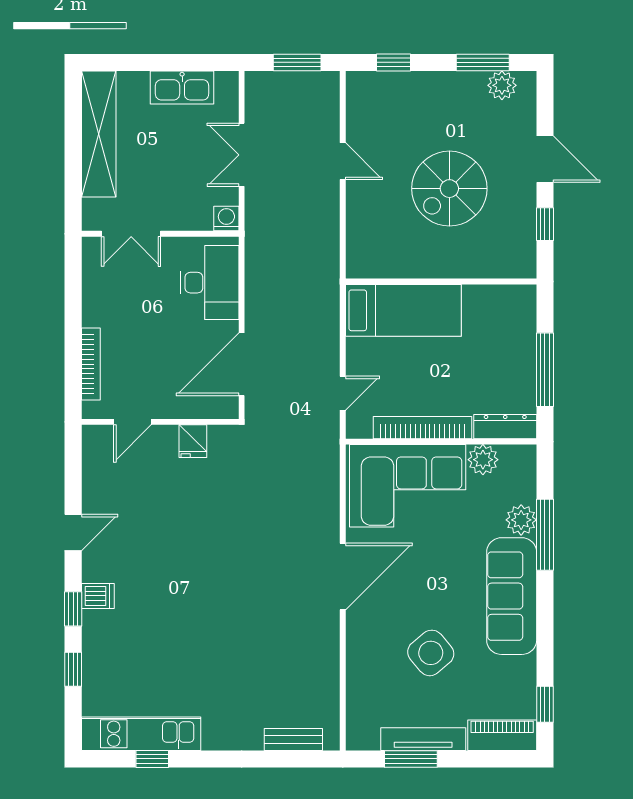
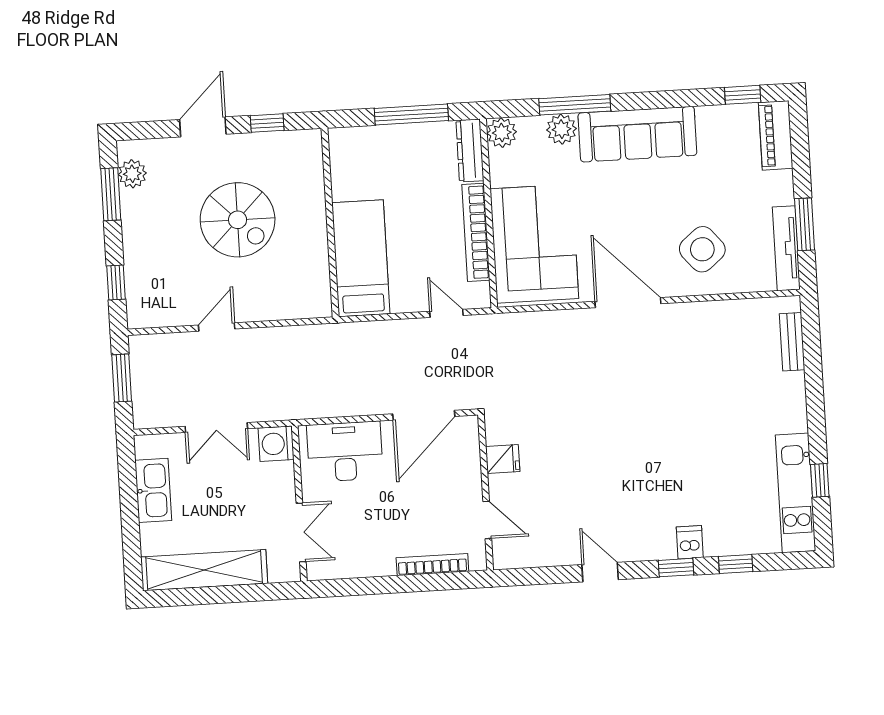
washing machine: (226, 219) -> (276, 444), width x1.38, depth x1.38
door: (242, 364) -> (424, 415), hinge flipped
plant: (483, 460) -> (502, 133), moved
dishwasher: (98, 596) -> (690, 542), moved
side table: (431, 653) -> (702, 249), moved
tv unit: (423, 739) -> (786, 248), moved

